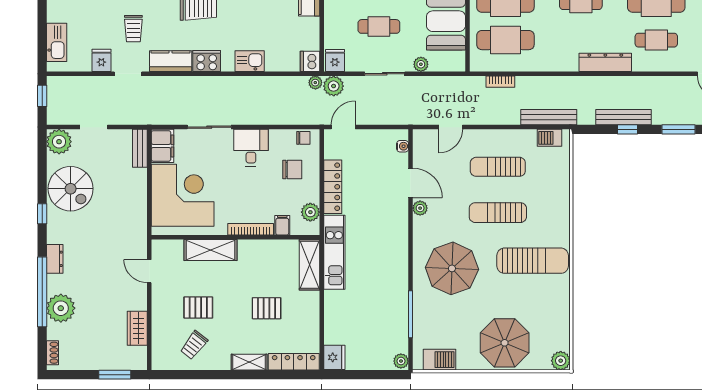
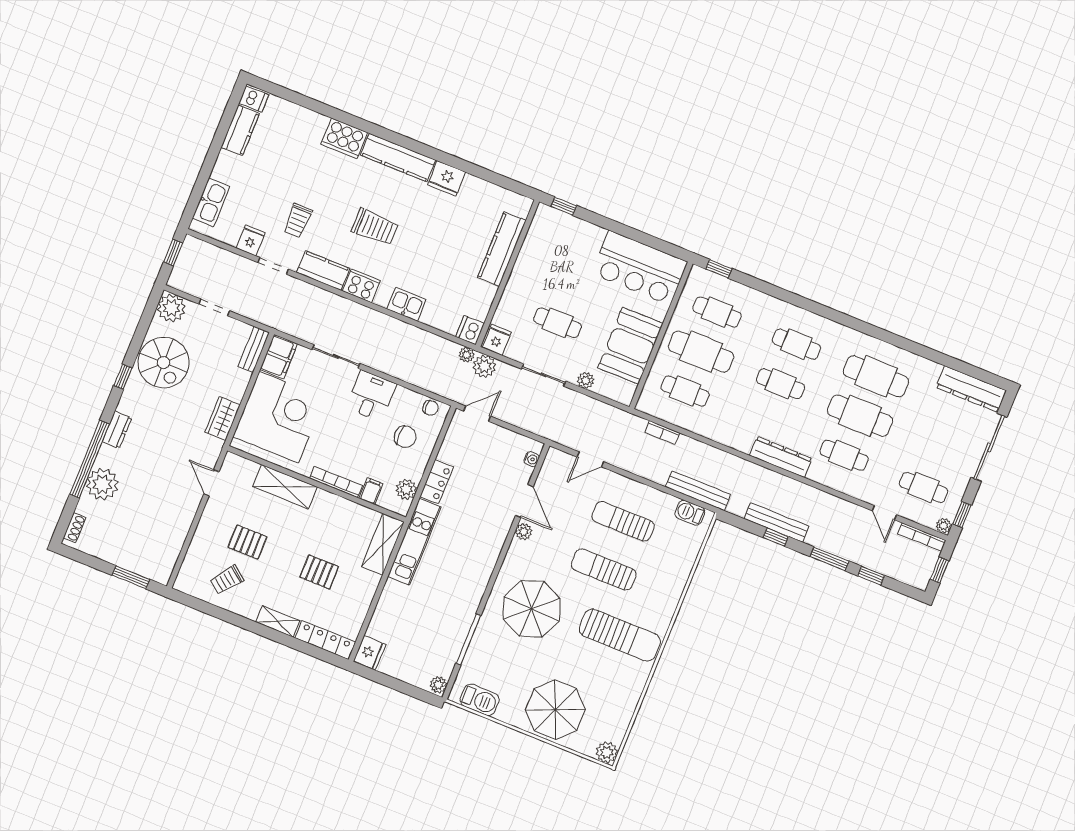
cafe table: (505, 40) -> (685, 391), width x0.73, depth x0.74
locker: (333, 187) -> (437, 482), width x0.66
wardrobe: (137, 328) -> (223, 419), moved

